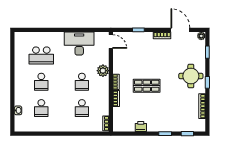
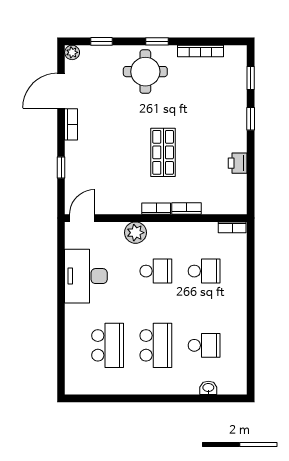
school desk: (41, 82) -> (156, 345), width x1.85

